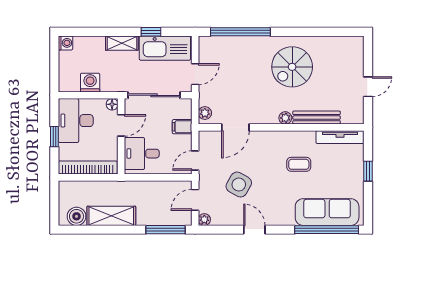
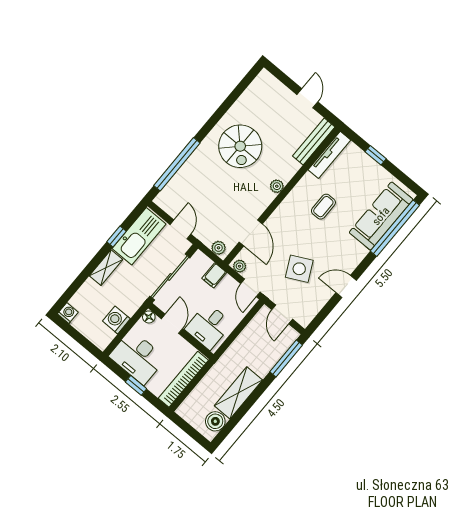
bench: (317, 118) -> (314, 142), moved
side table: (239, 185) -> (299, 269), turned 33
plant: (204, 220) -> (240, 266), moved

